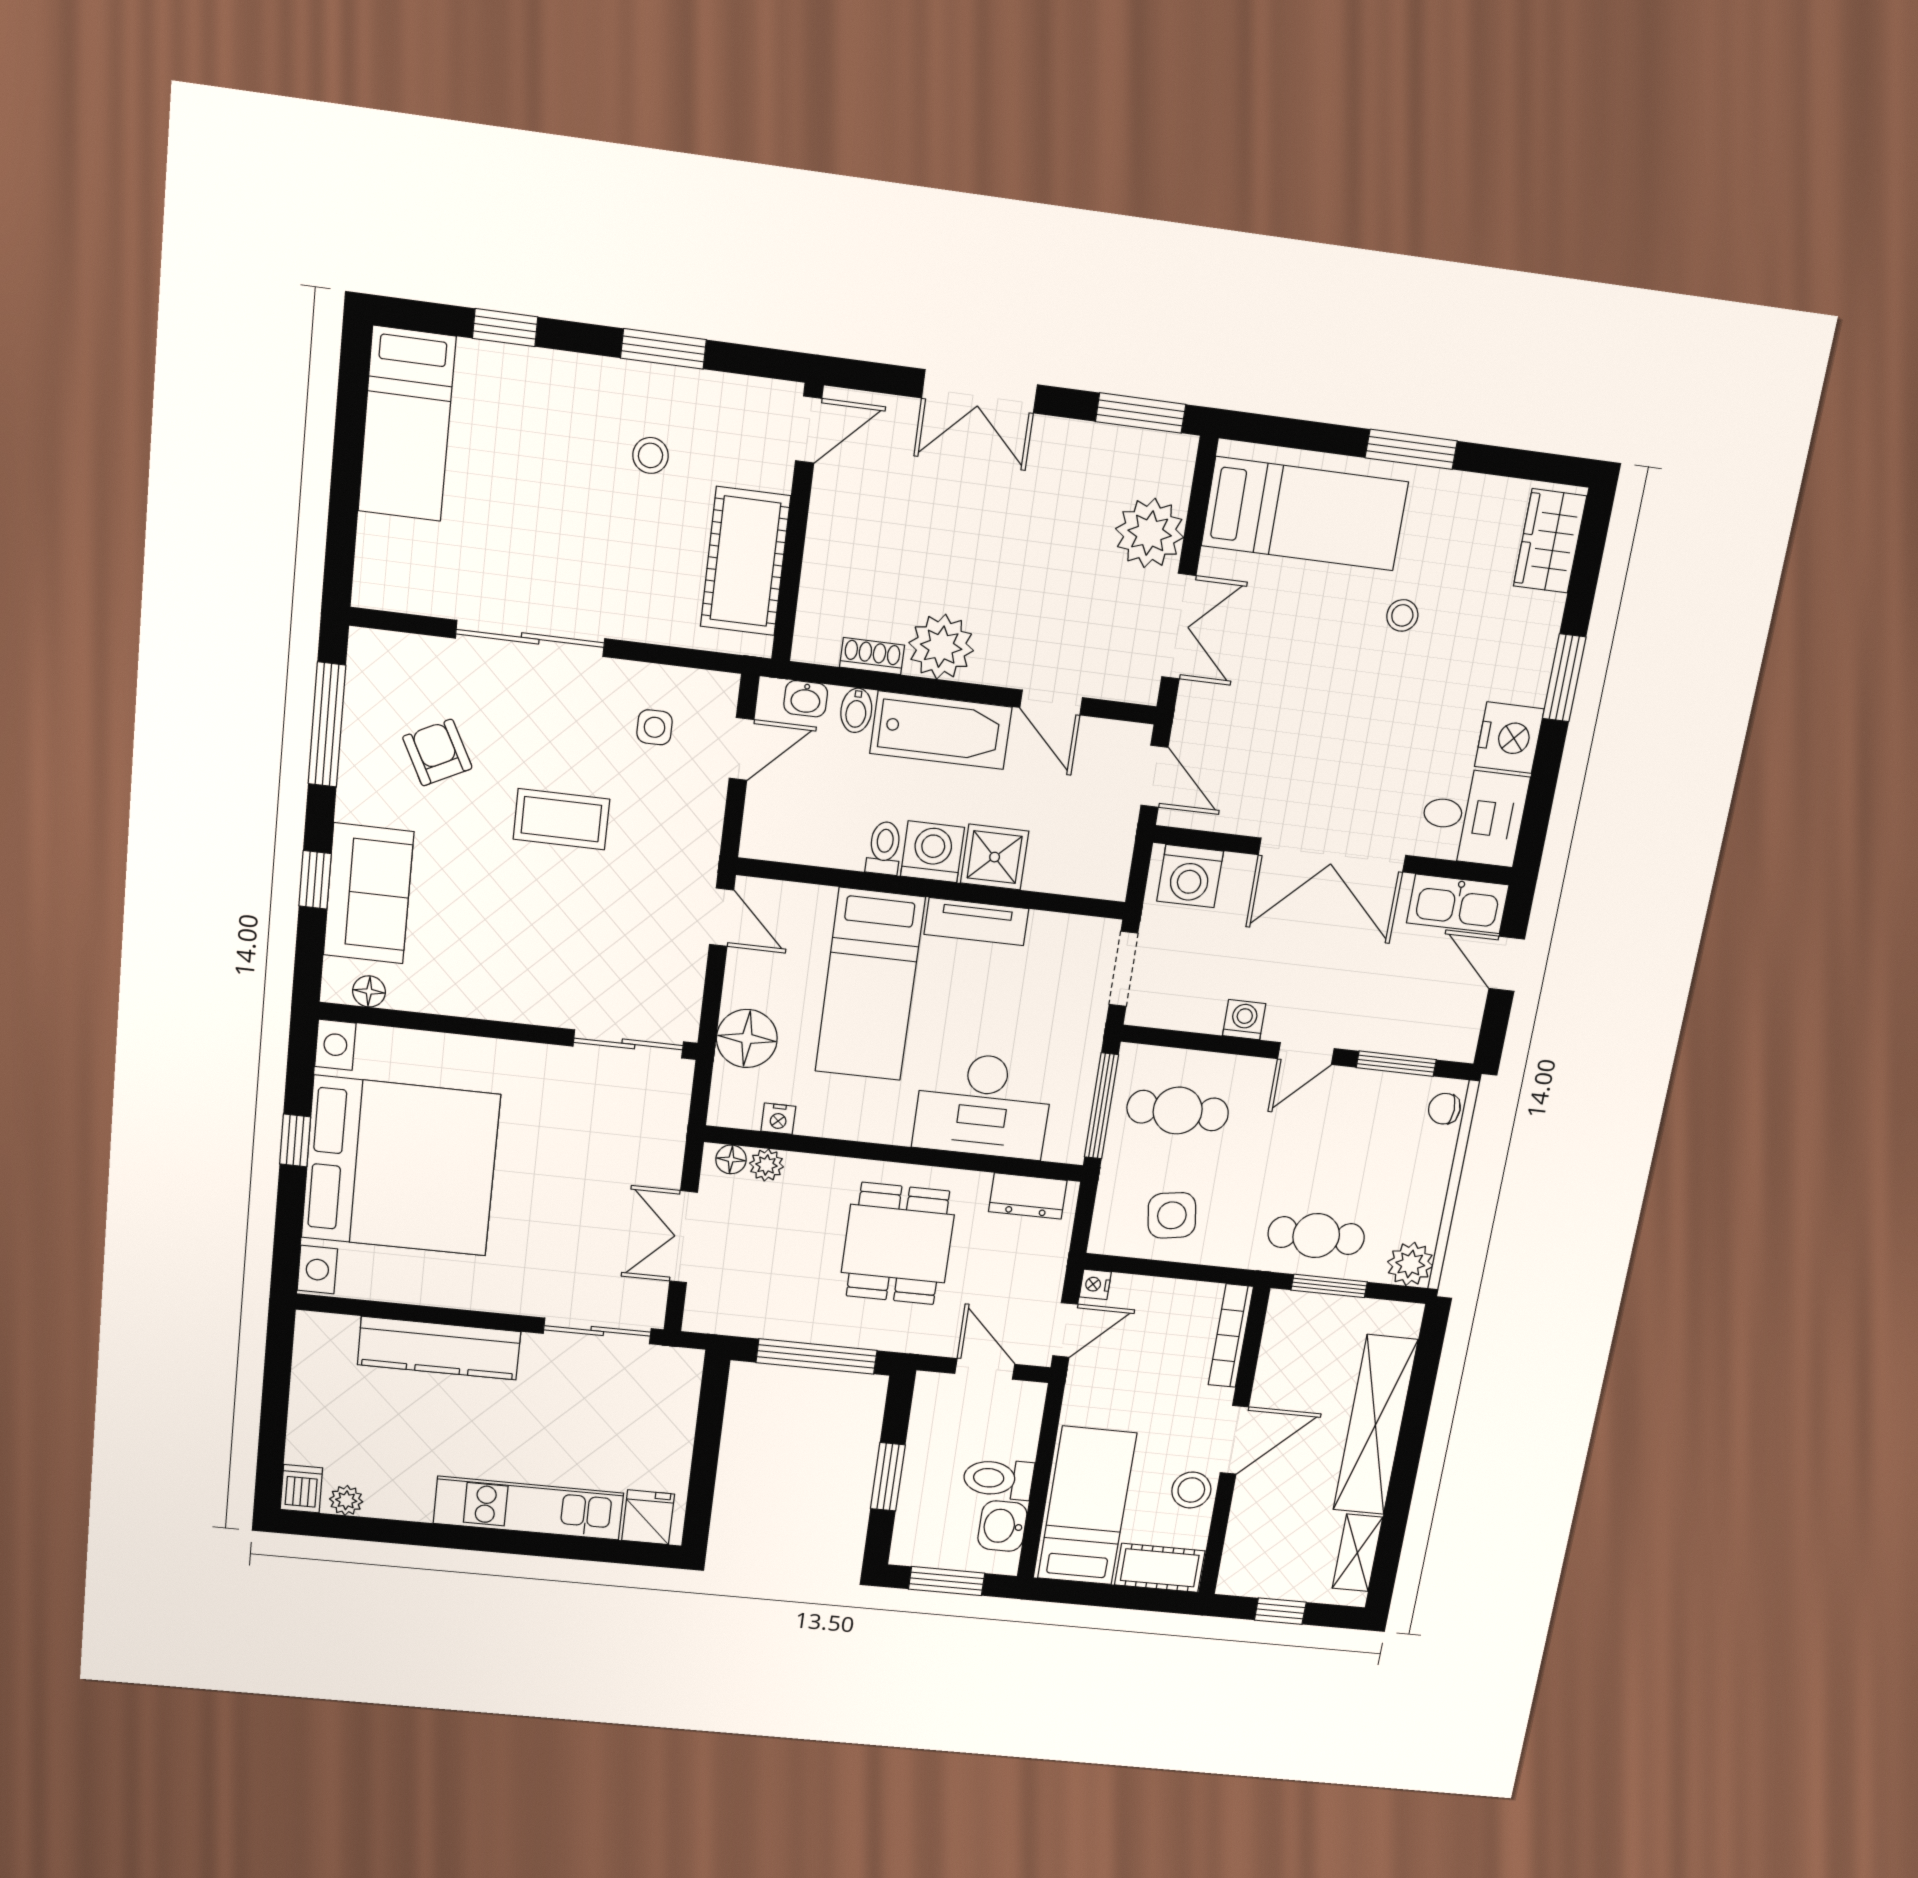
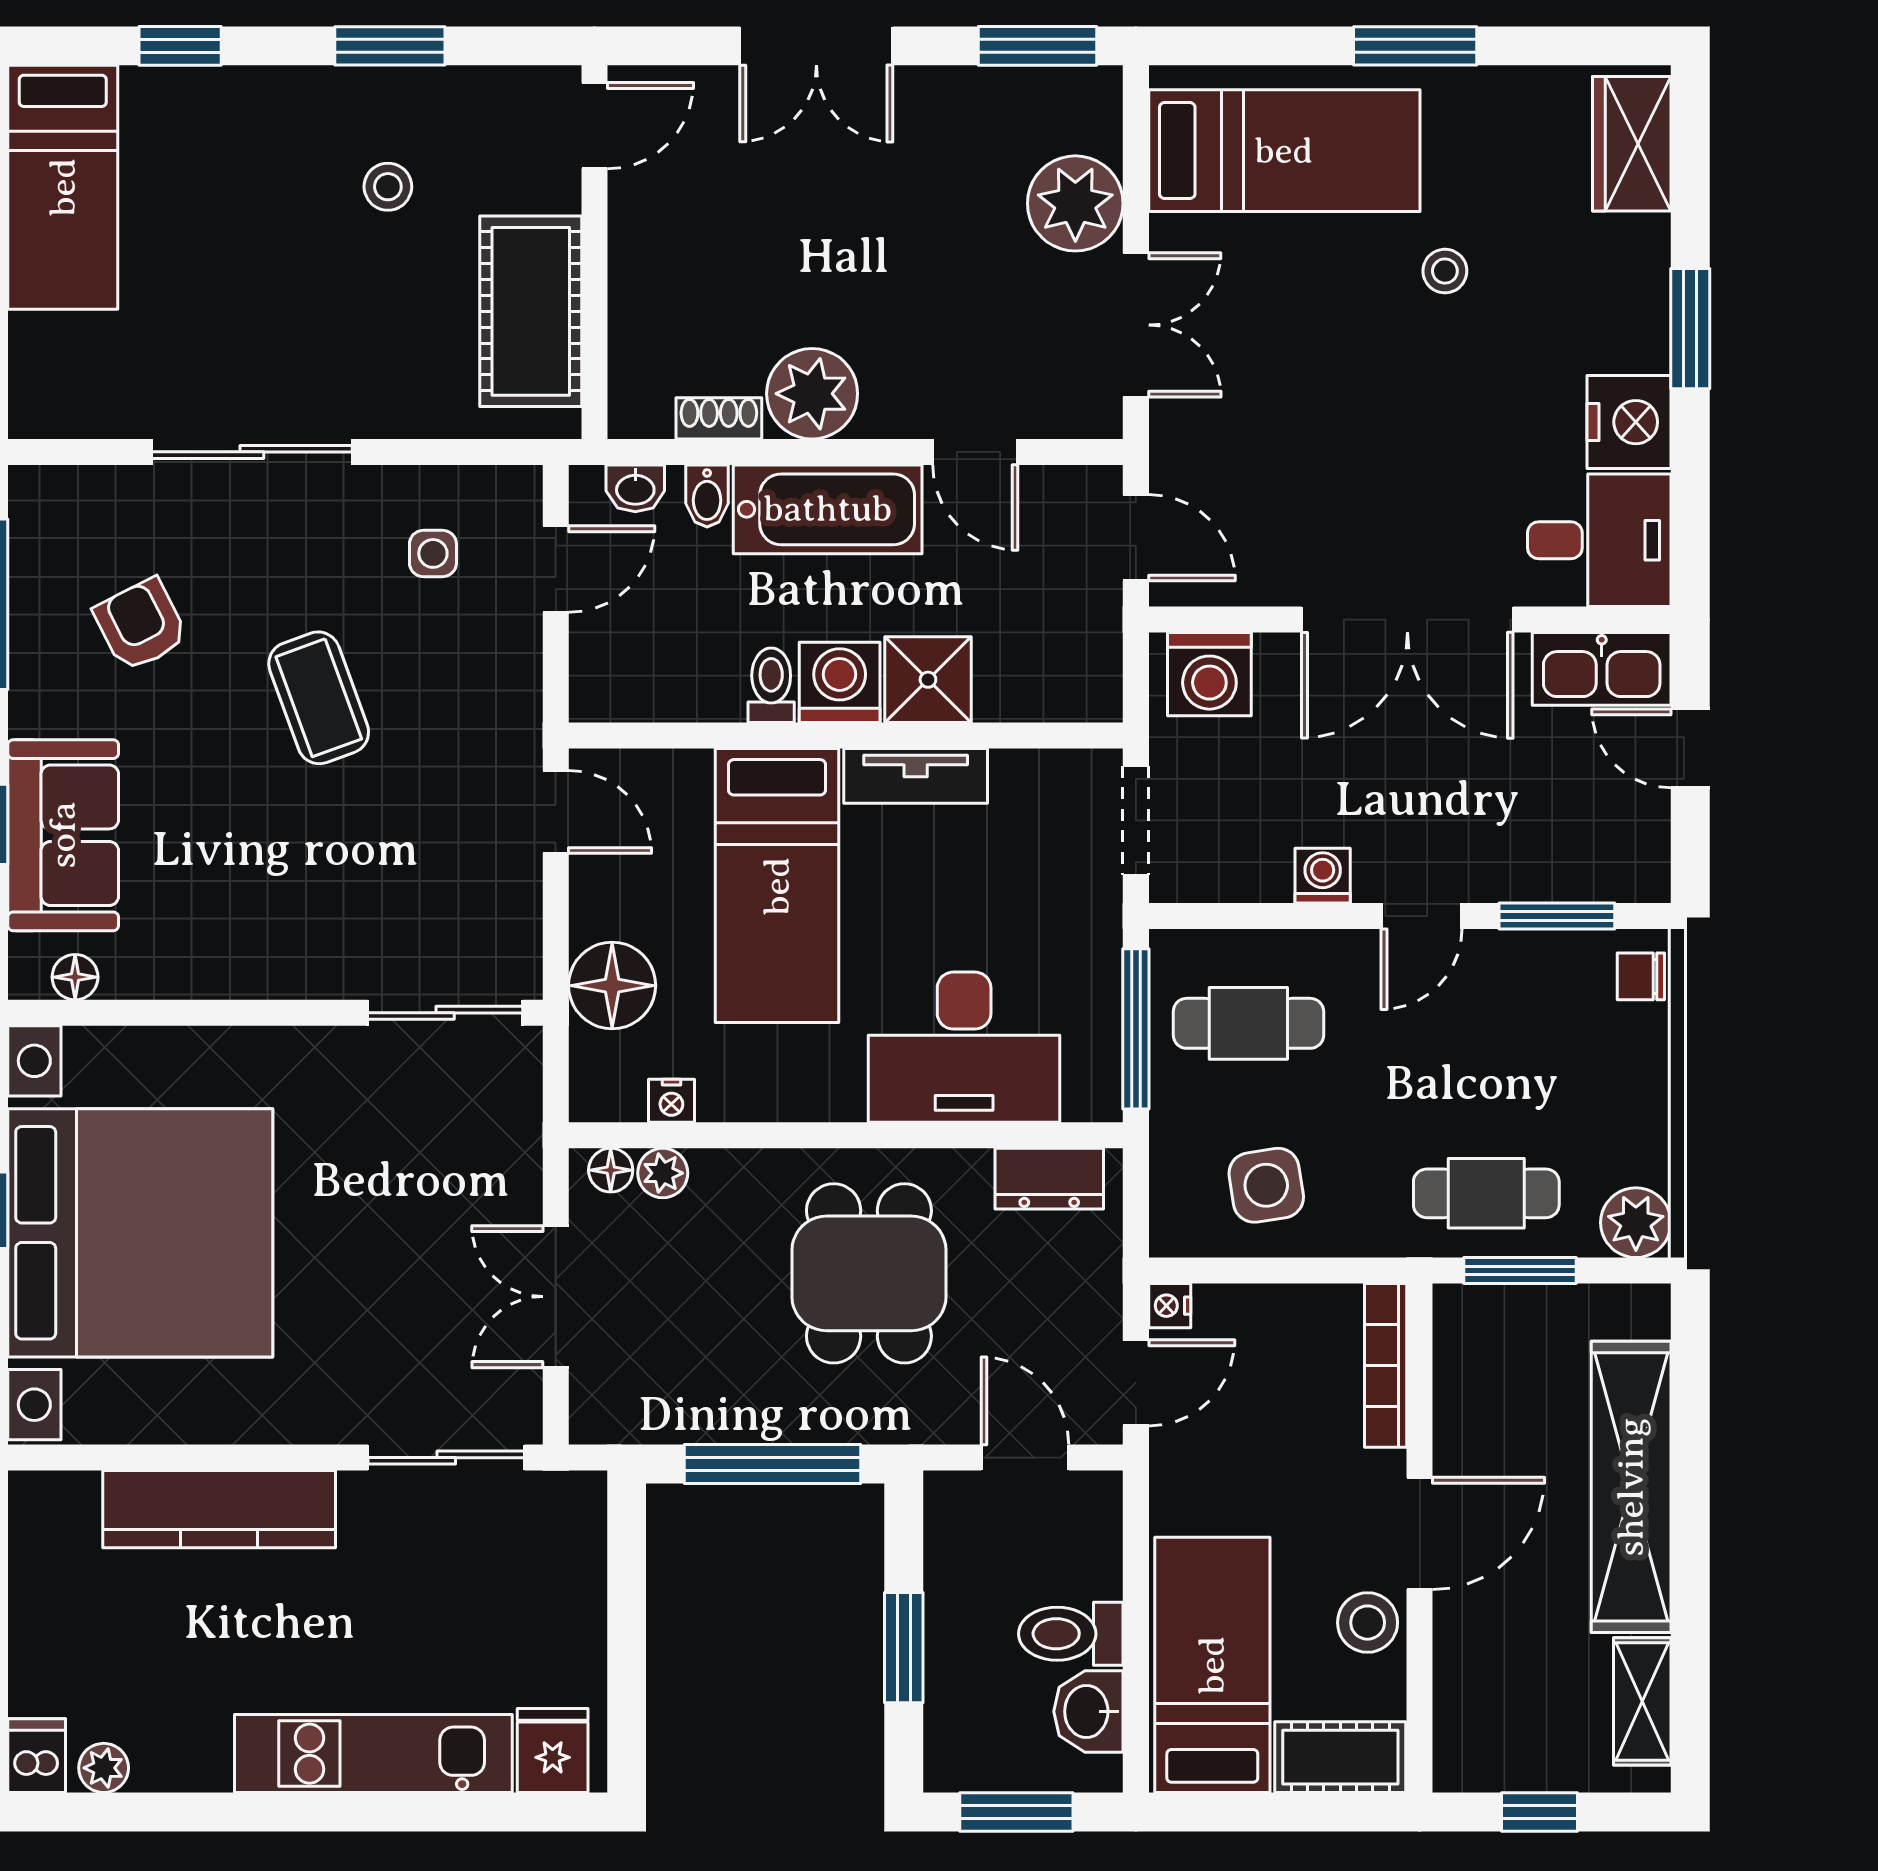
coffee table: (561, 819) -> (319, 698), turned 70

